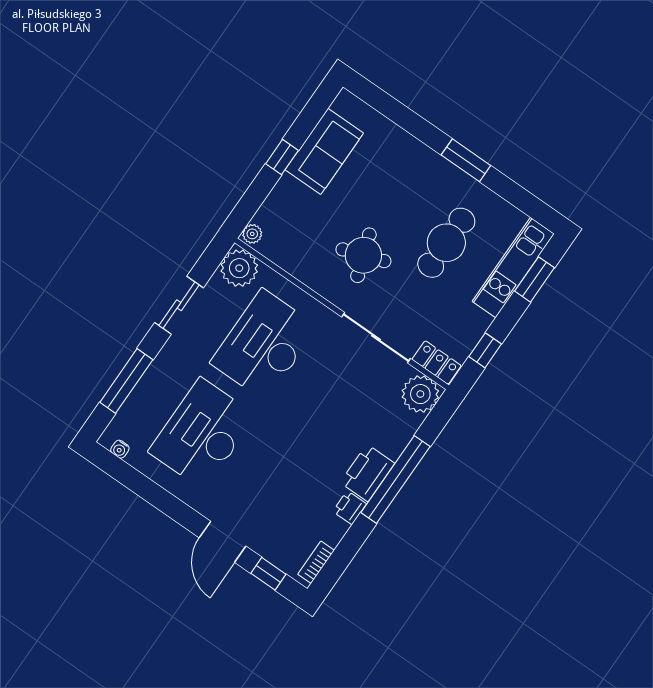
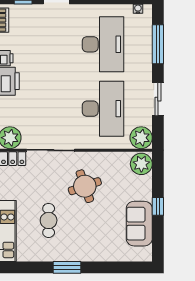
plant: (252, 234) -> (141, 164), width x1.88, depth x1.88
cafe table: (446, 243) -> (49, 220), width x0.73, depth x0.74

